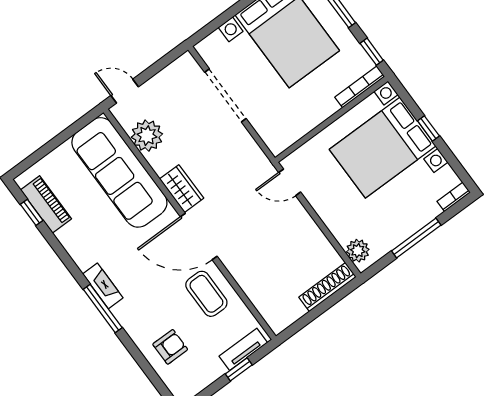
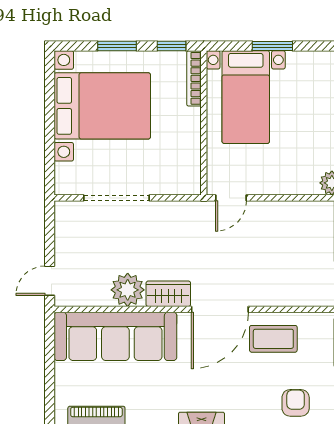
window: (428, 128) -> (272, 46), width x1.50
plant: (147, 136) -> (128, 290), moved
bed with nightstands: (383, 148) -> (246, 97), width x0.73

